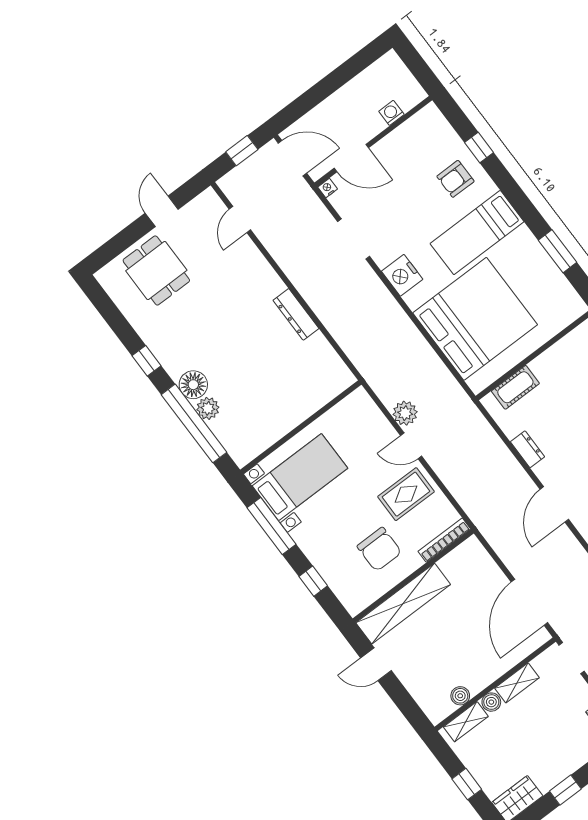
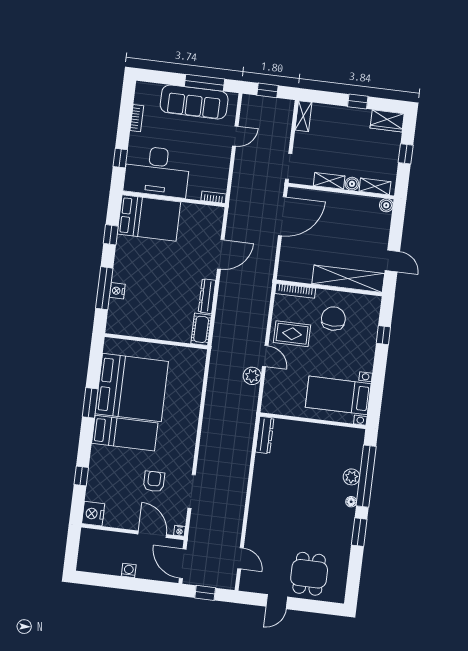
washing machine: (391, 113) -> (129, 570), moved, turned 180
armchair: (455, 179) -> (154, 481), moved, turned -90
door: (240, 220) -> (240, 558), hinge flipped
window: (557, 251) -> (90, 403), moved
nightstand: (402, 275) -> (93, 514), moved, turned 180
dresser: (296, 314) -> (265, 435), moved
bed: (475, 319) -> (132, 388), moved, turned 180
window: (147, 361) -> (359, 532), width x1.50
floor lamp: (193, 385) -> (351, 502), width x0.53, depth x0.53
cot: (515, 387) -> (201, 329), moved, turned 90
dresser: (528, 449) -> (207, 296), width x1.44
window: (272, 526) -> (377, 384), removed
boiler: (460, 696) -> (386, 205), moved

